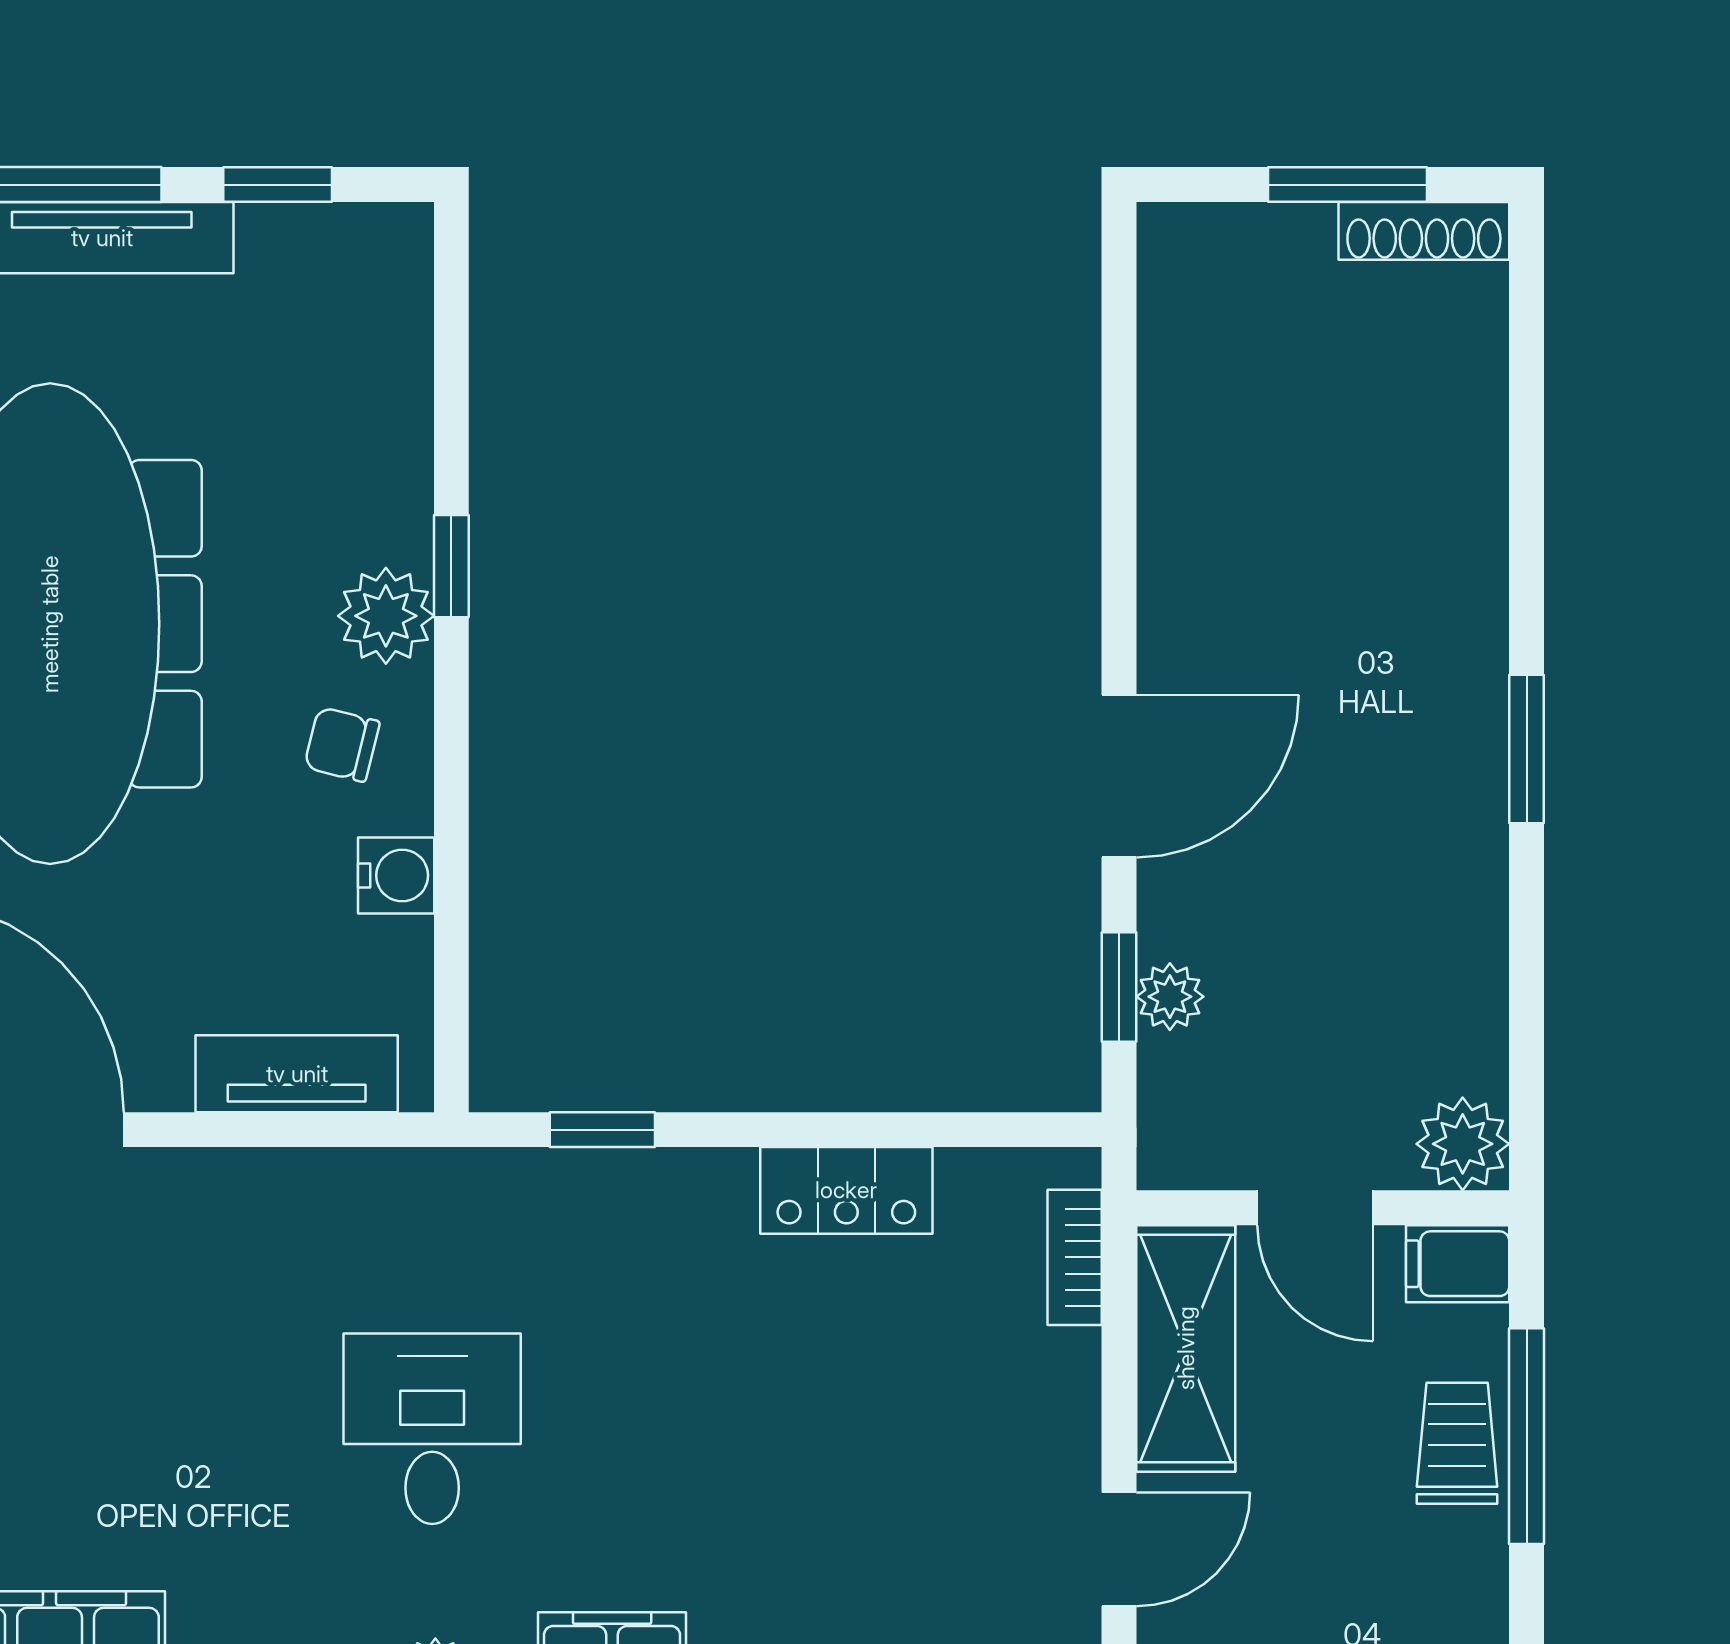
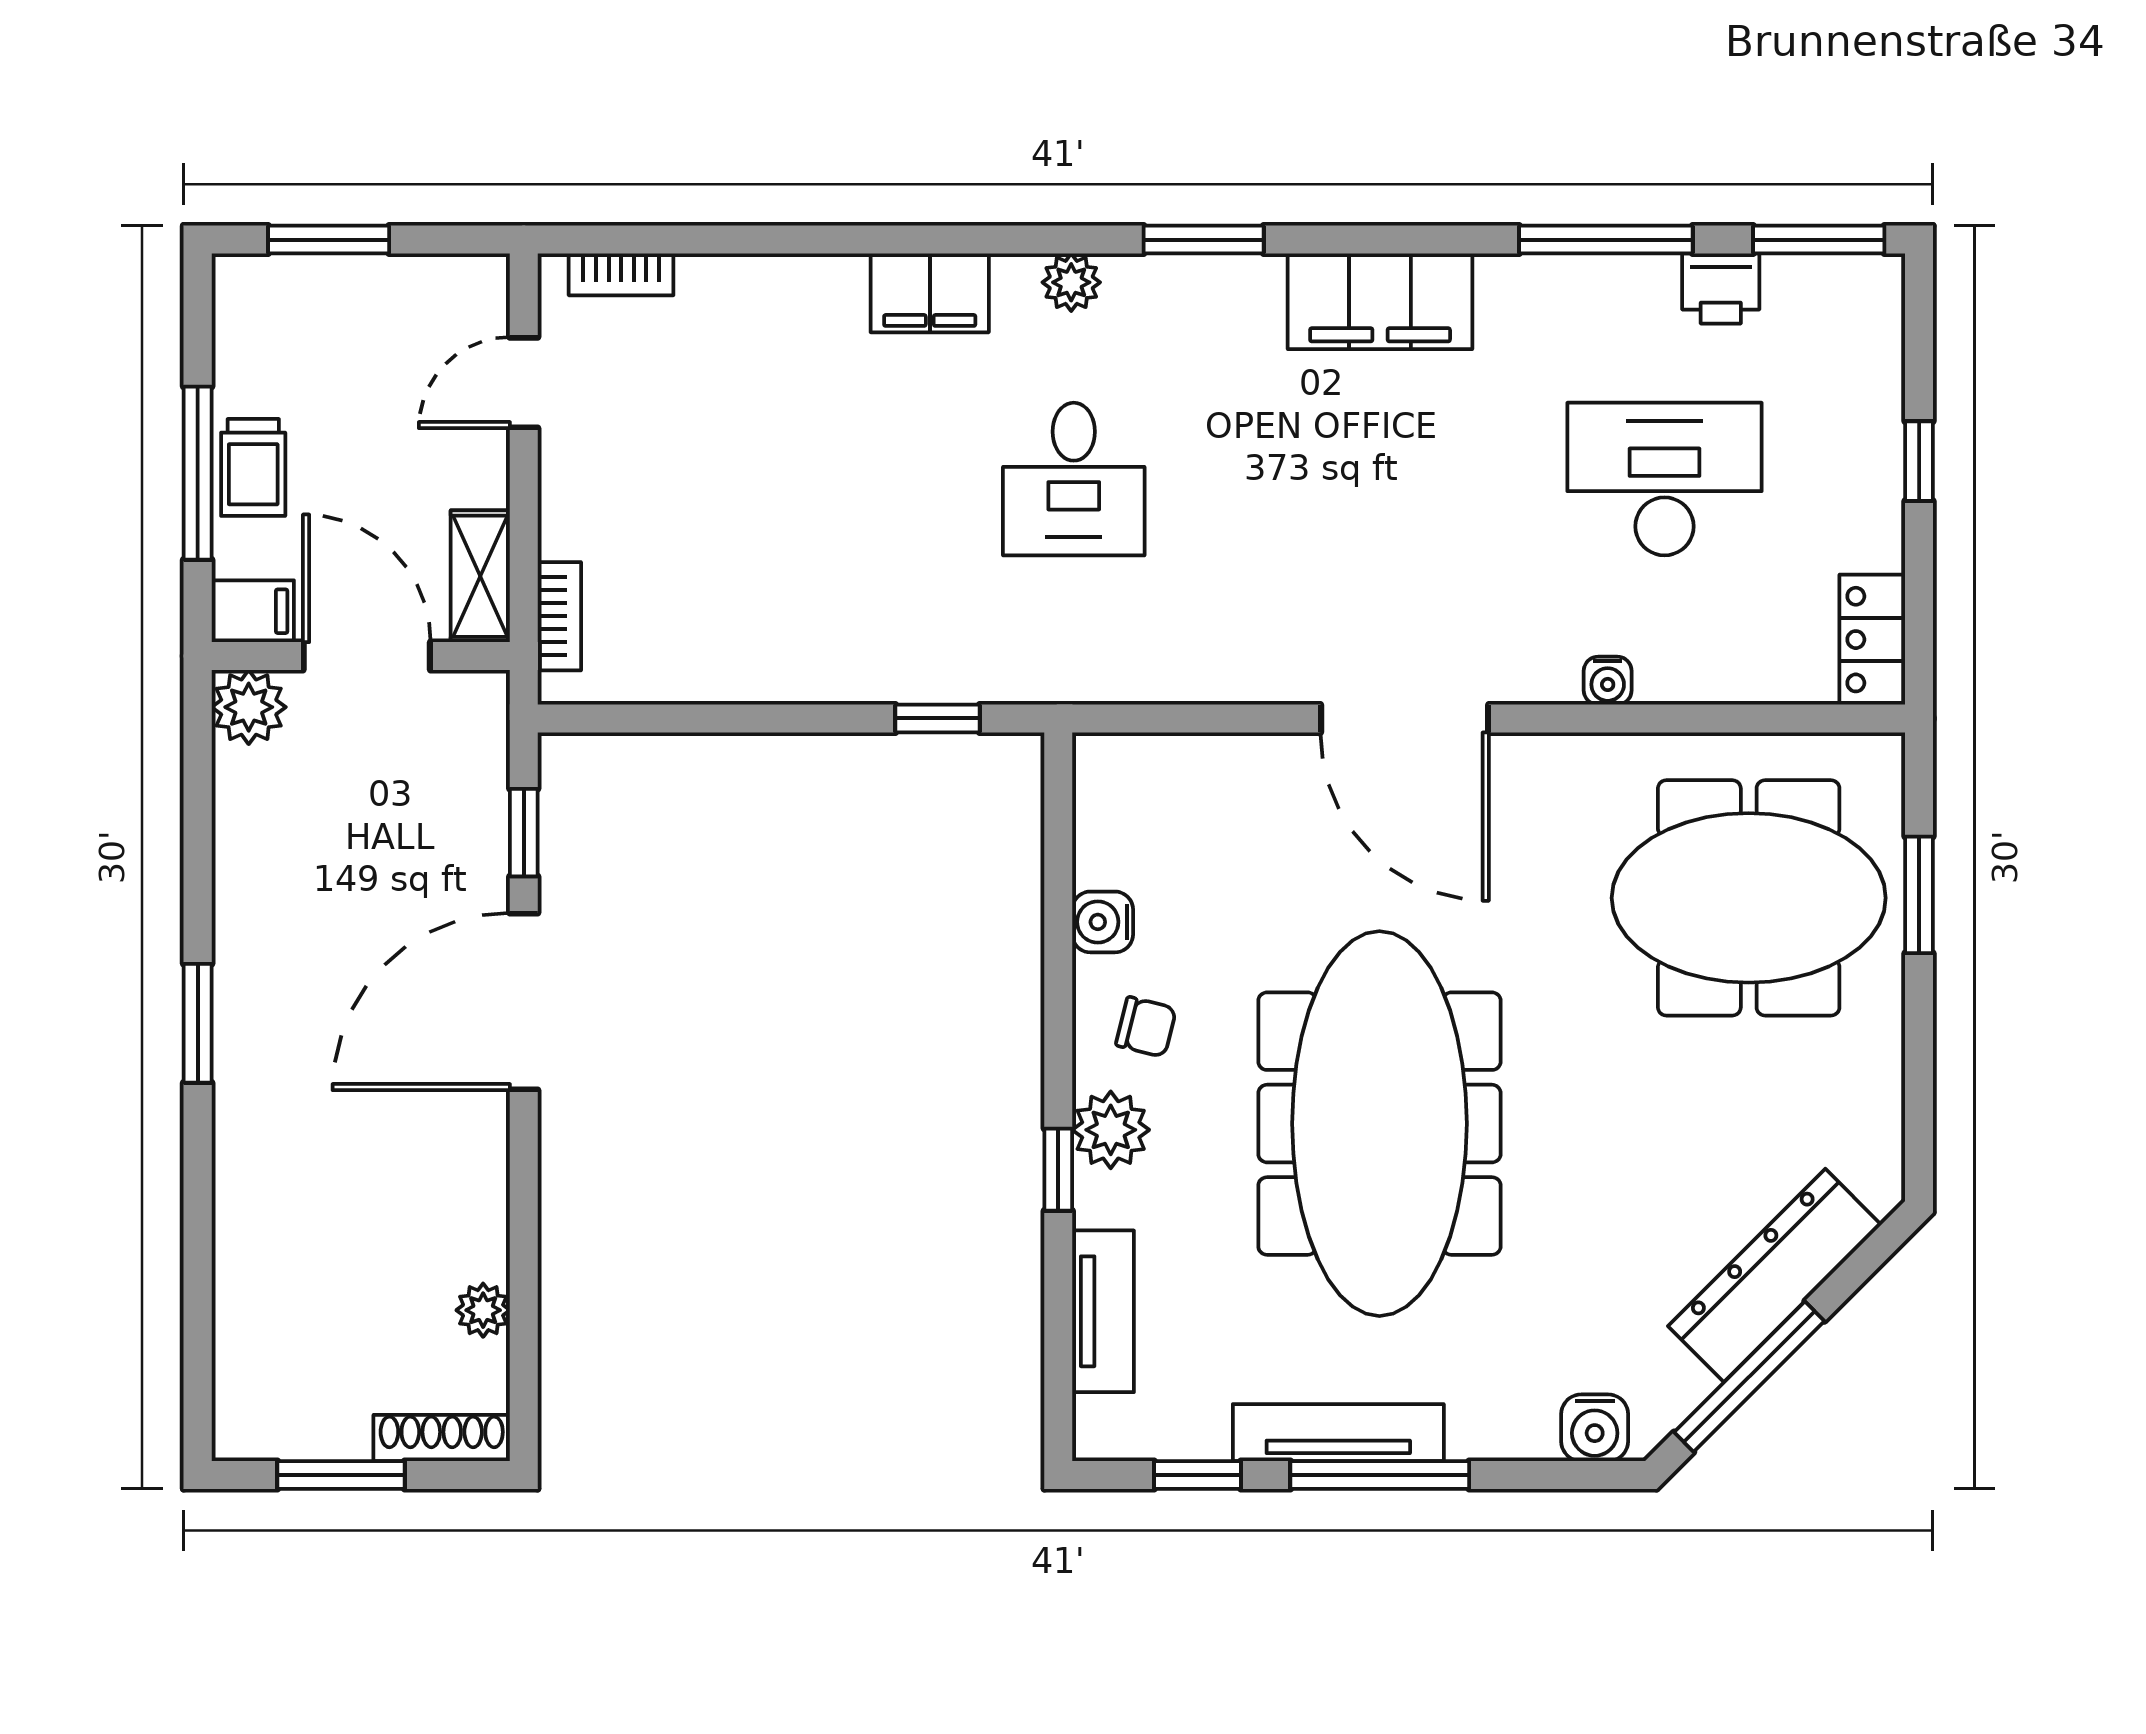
shoe rack: (1424, 231) -> (442, 1438), moved
door: (1119, 776) -> (524, 1002), width x1.36
plant: (1170, 997) -> (483, 1310), moved
tv unit: (297, 1074) -> (1103, 1311), moved, turned -90
locker: (846, 1190) -> (742, 670), removed
door: (1315, 1208) -> (367, 656), width x1.38
shelving: (1186, 1348) -> (480, 576), width x0.67, depth x0.75

